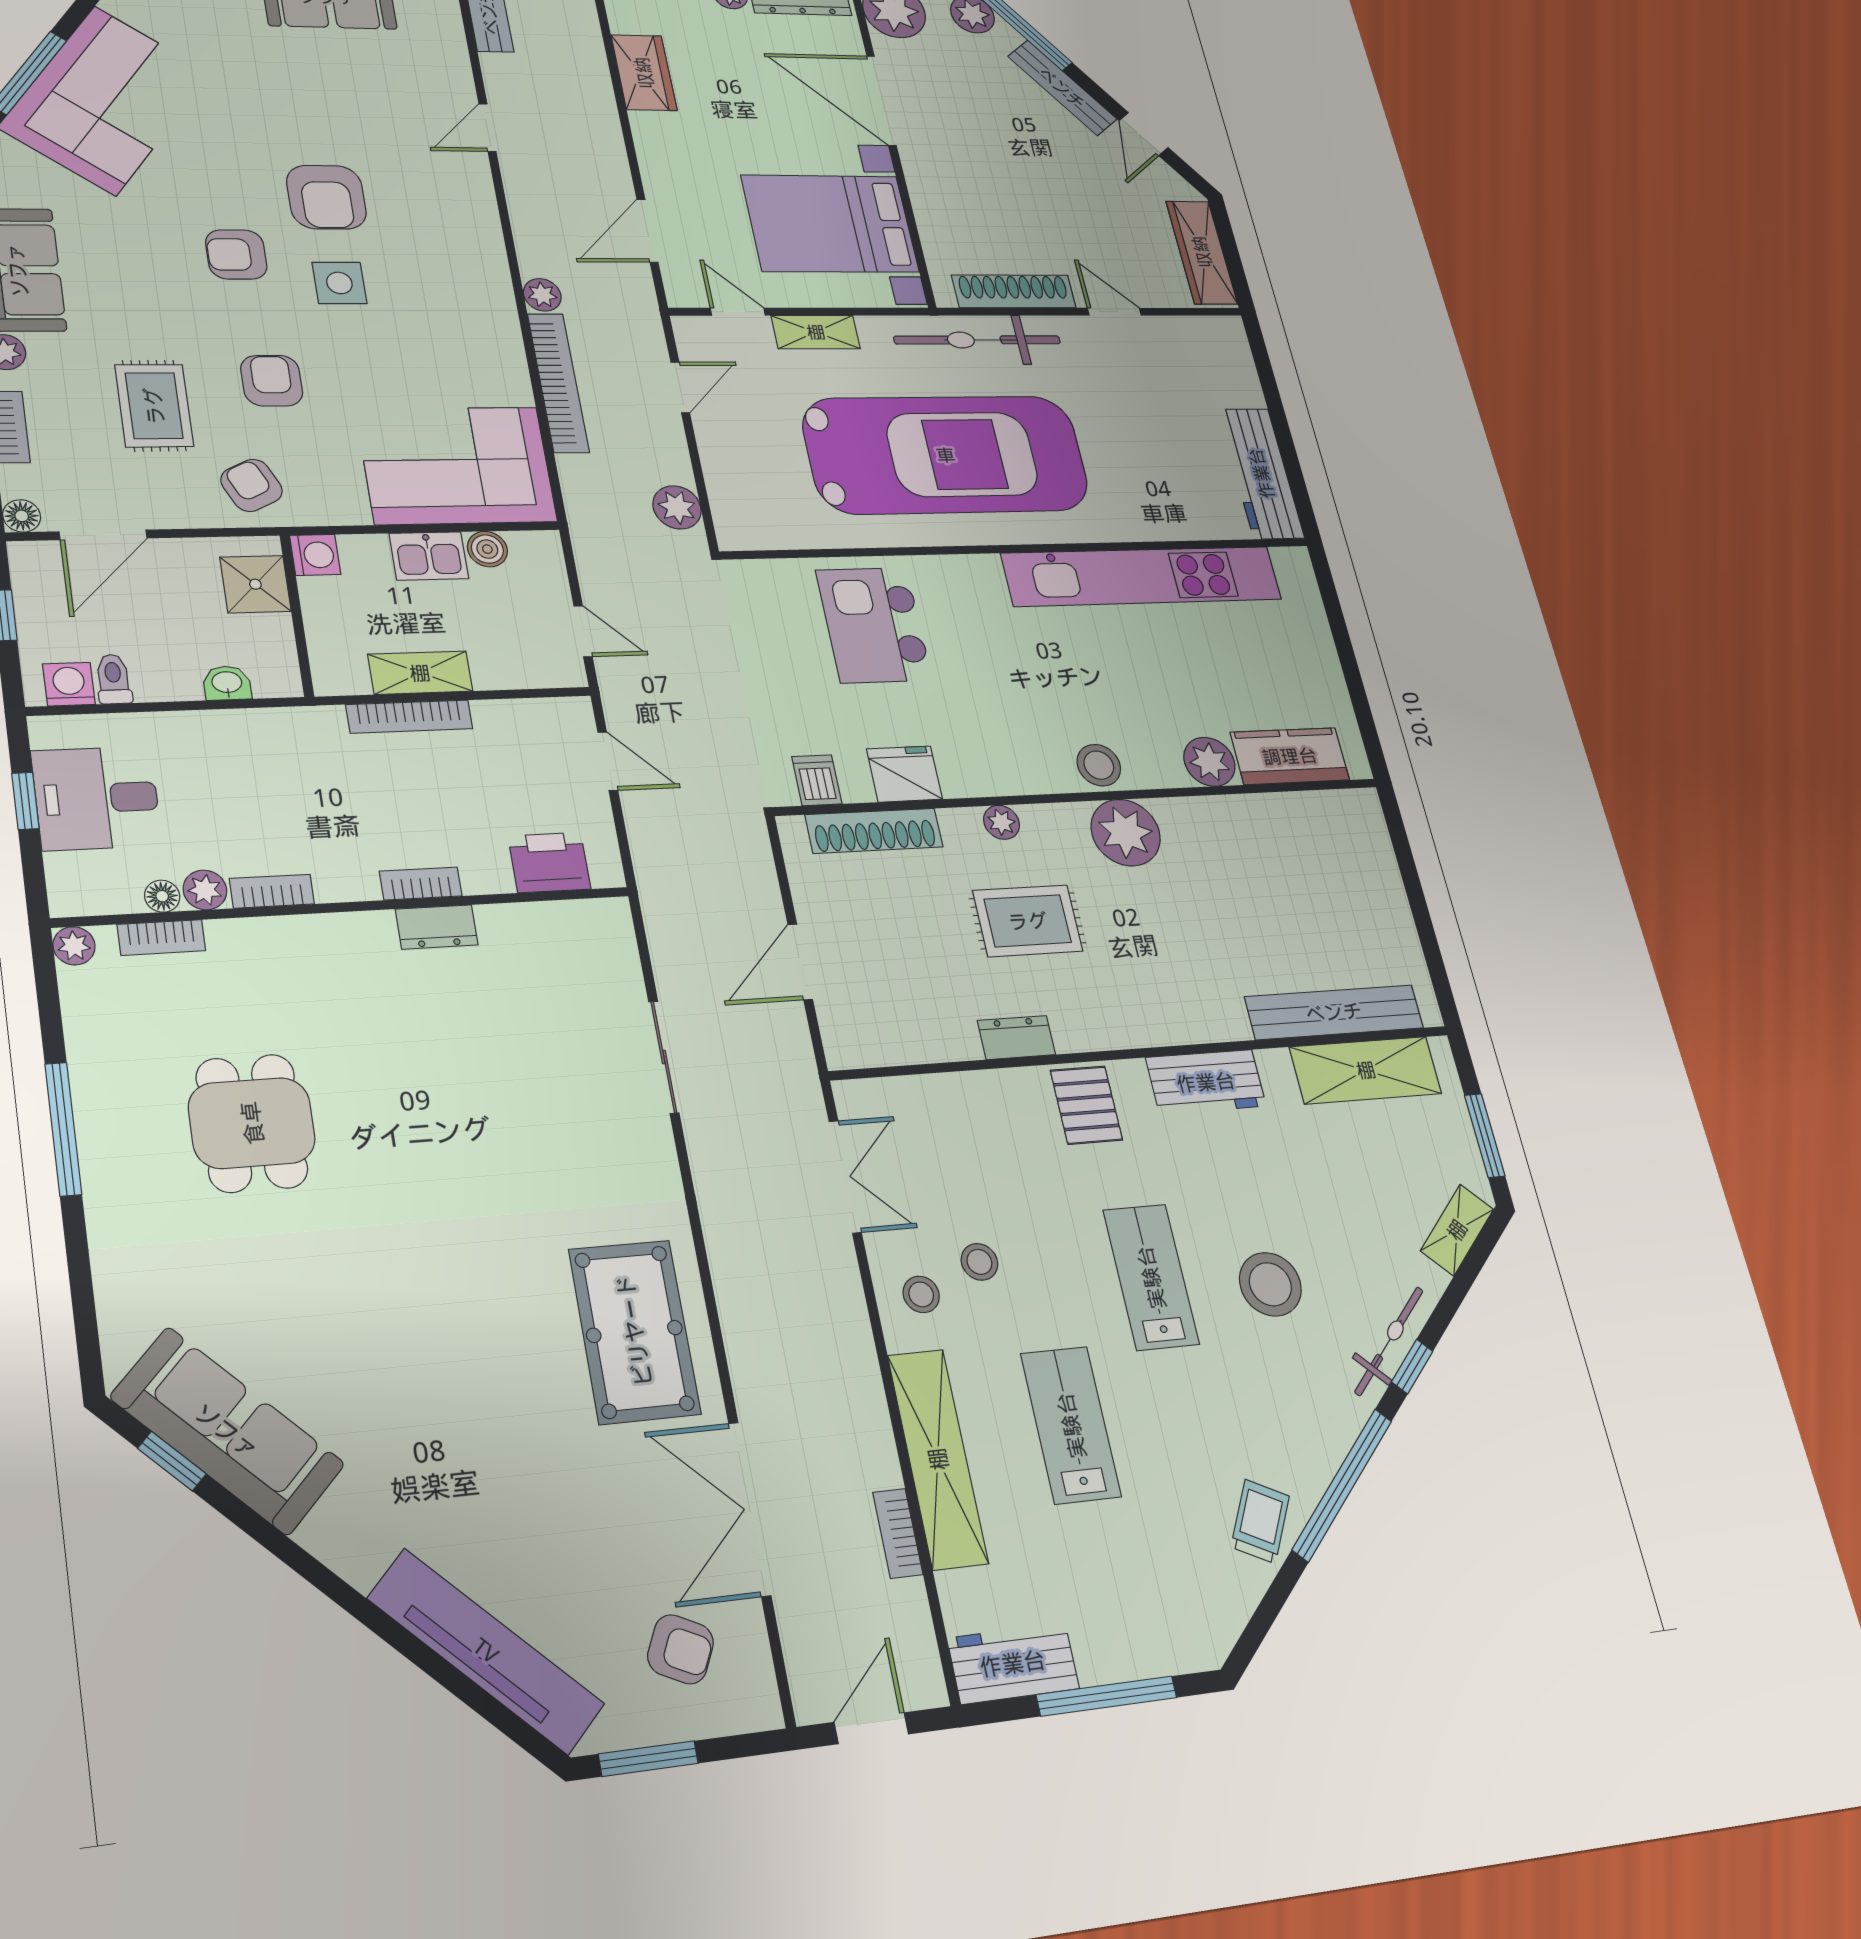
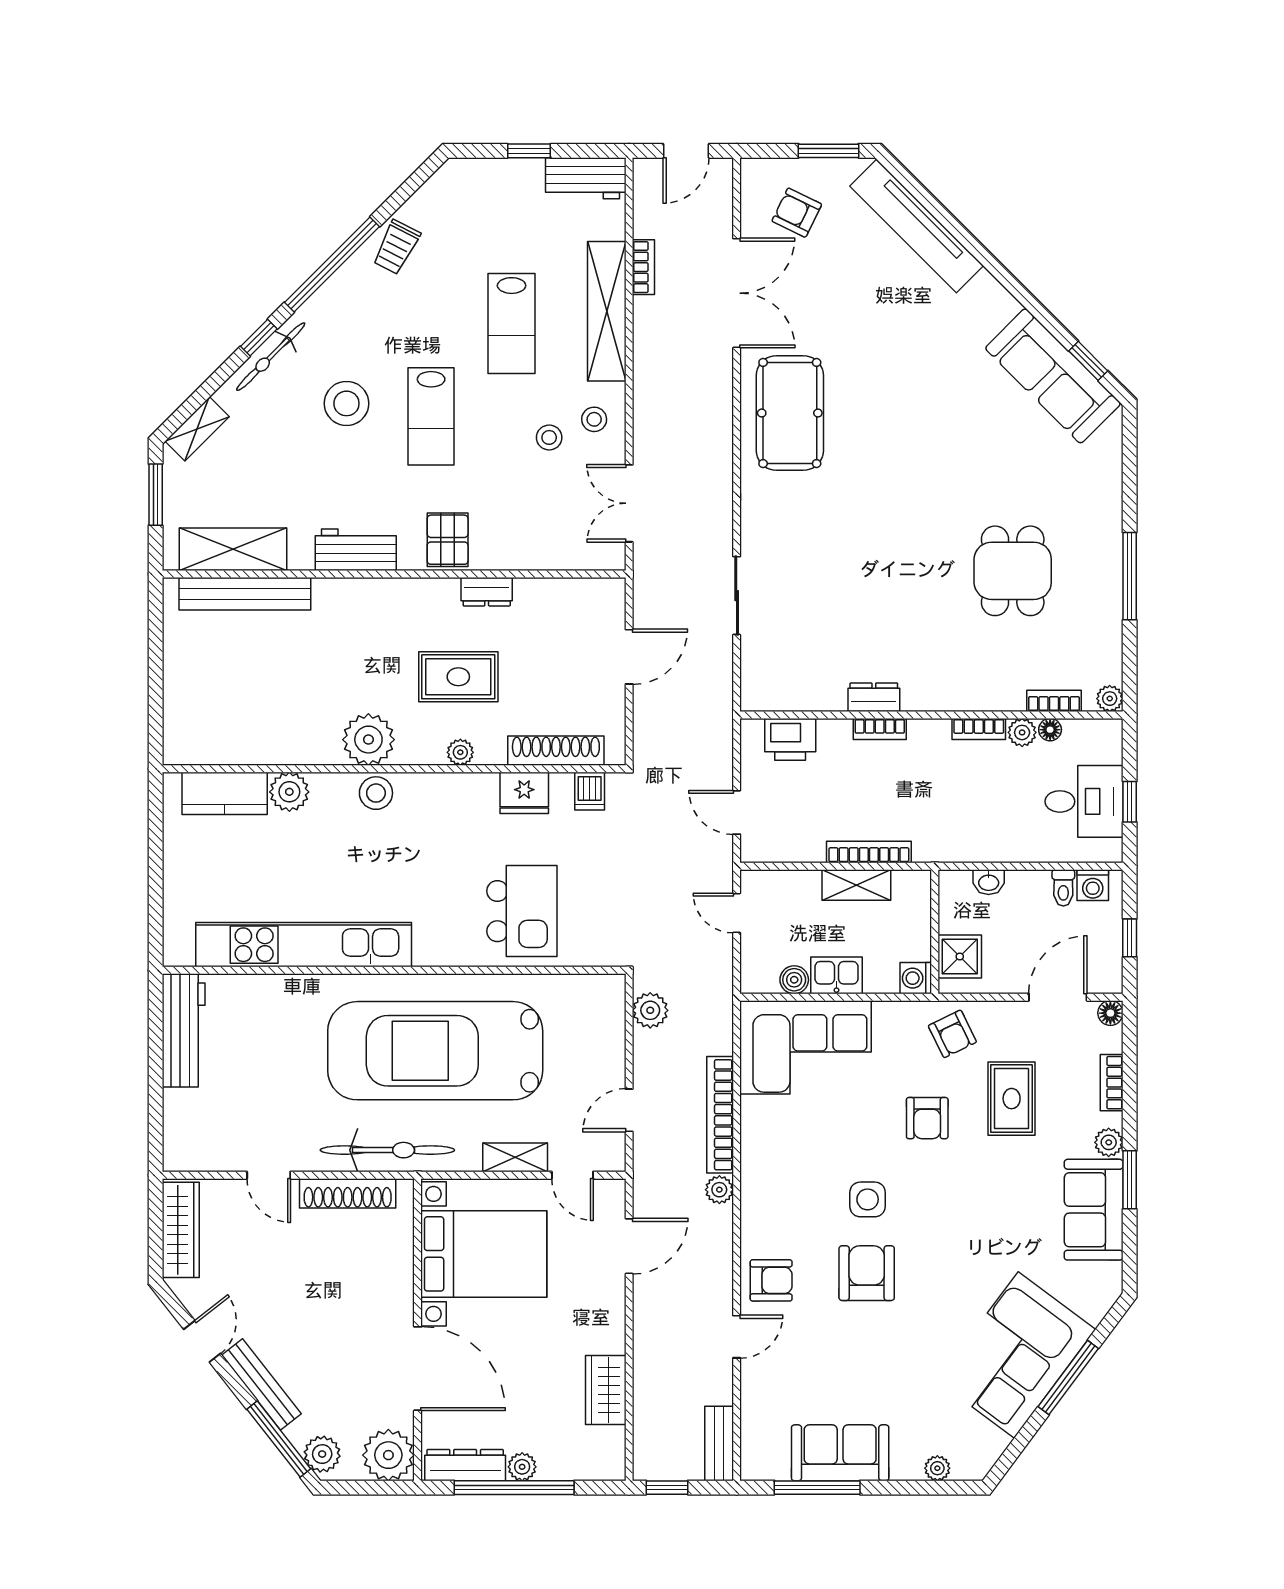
armchair: (236, 254) -> (771, 1280), moved
window: (1107, 1696) -> (529, 151), width x0.46

